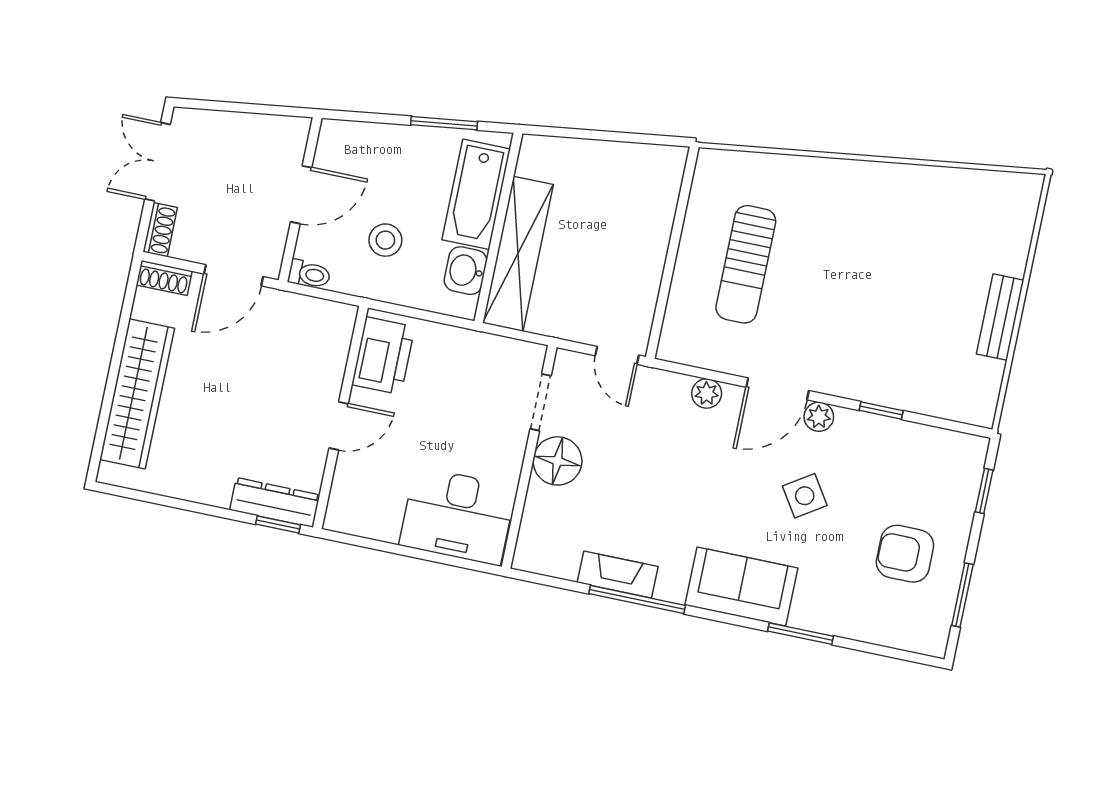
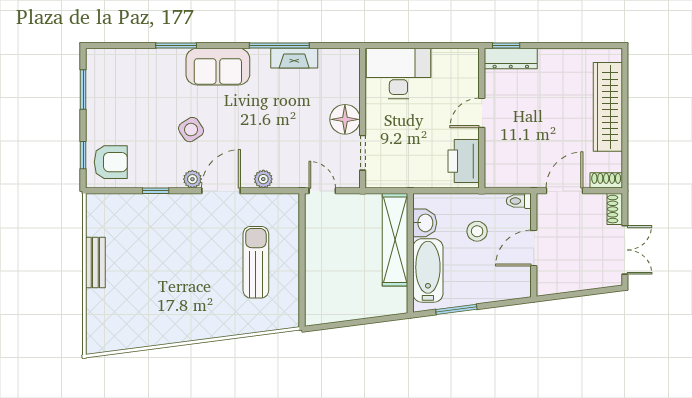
armchair: (905, 554) -> (111, 162), moved

